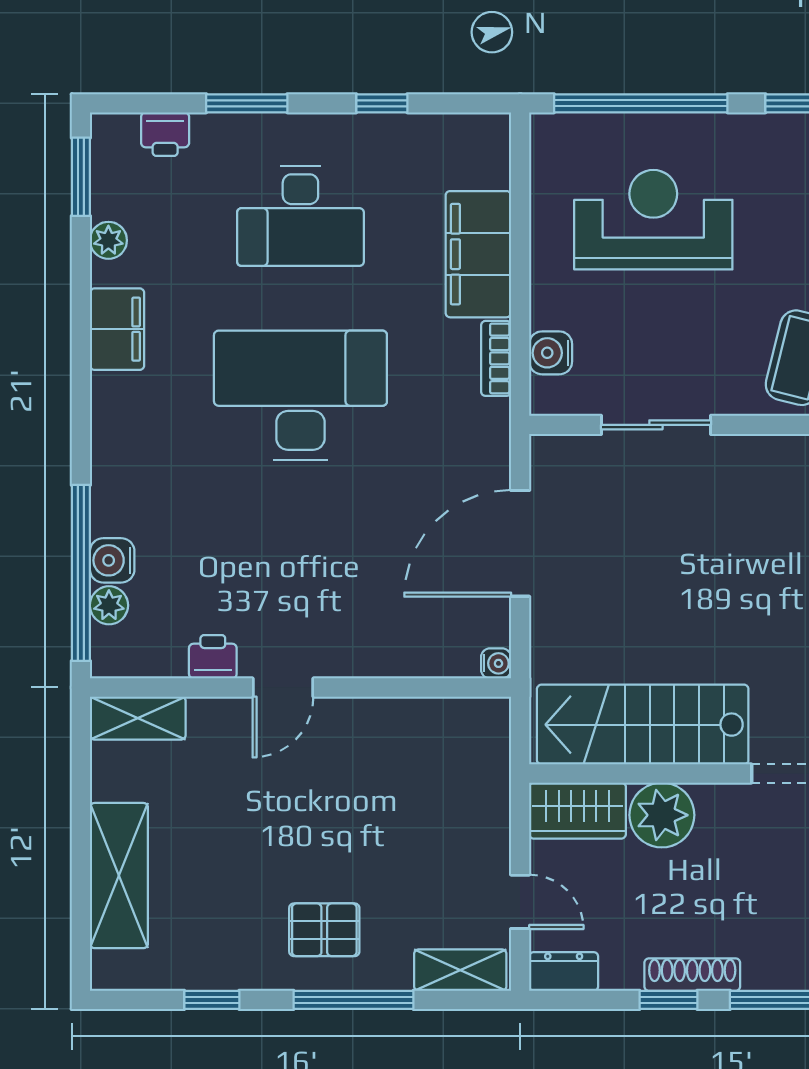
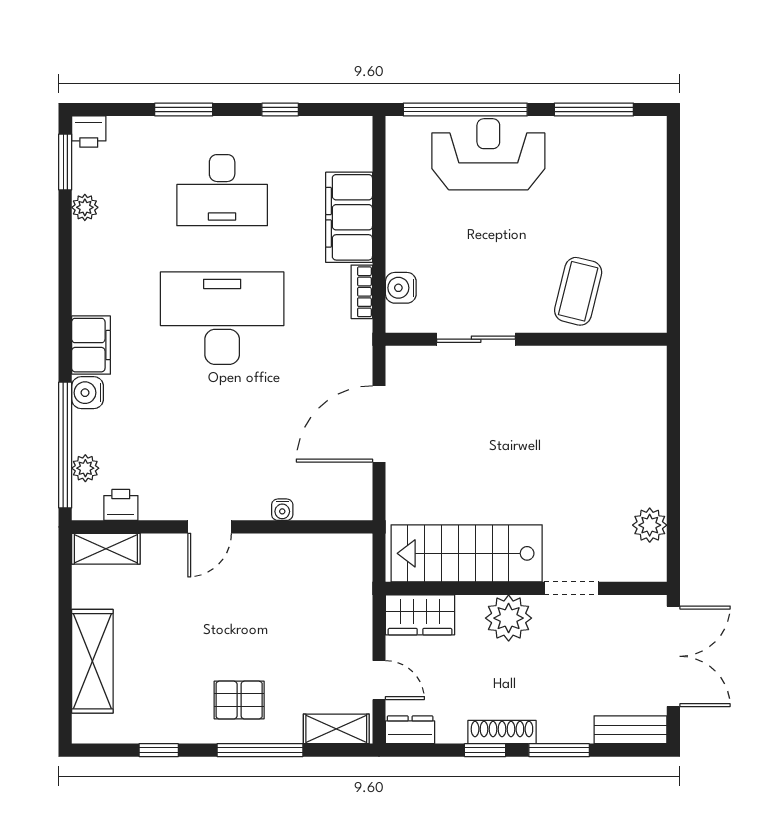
printer: (165, 134) -> (89, 132), moved
reception desk: (653, 220) -> (488, 154), moved
filing cabinet: (117, 329) -> (91, 345), moved
water cooler: (112, 560) -> (88, 393), moved
printer: (213, 657) -> (121, 505), moved
water cooler: (496, 663) -> (282, 510), moved, turned 90
plant: (662, 815) -> (509, 618), moved

